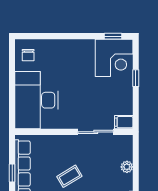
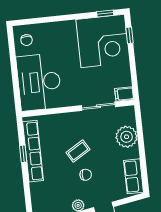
corner desk: (114, 58) -> (103, 41), width x1.36, depth x1.36
window: (136, 78) -> (129, 35), moved
plant: (127, 167) -> (127, 137), width x1.87, depth x1.87

